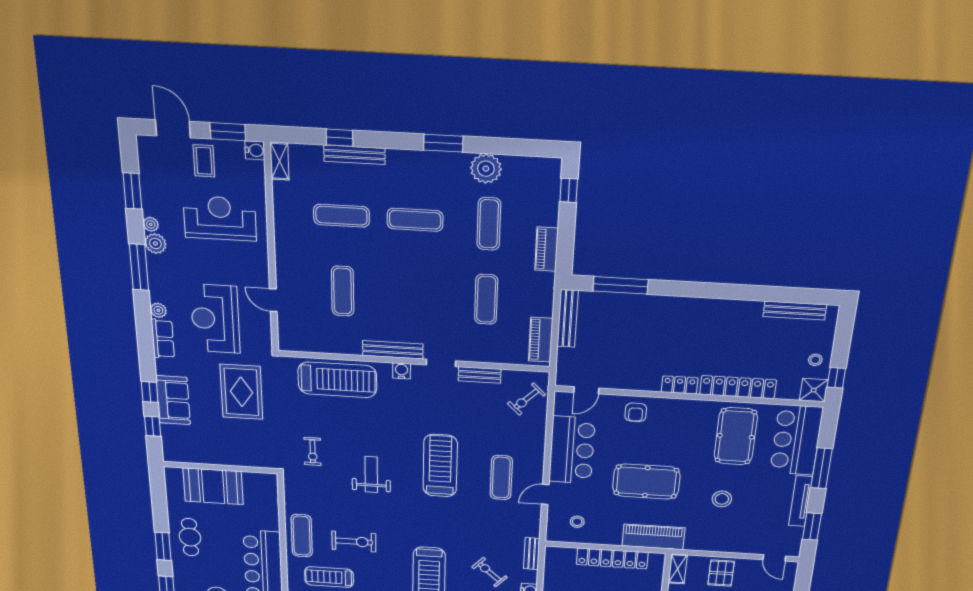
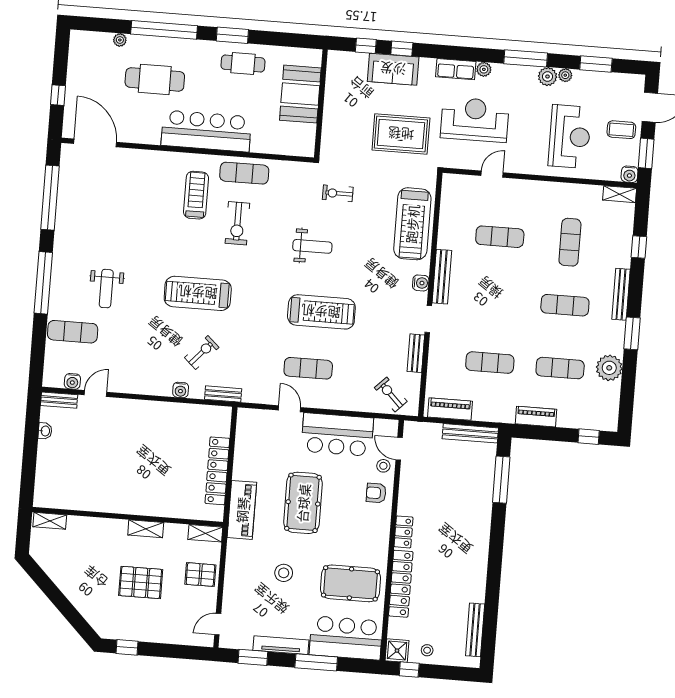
bench: (354, 155) -> (621, 294), moved
exercise mat: (415, 220) -> (565, 305), turned 90
stool: (577, 522) -> (383, 466), moved

